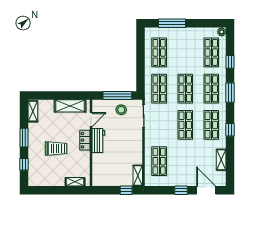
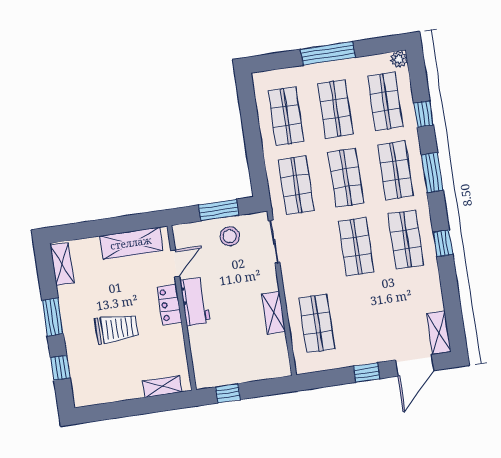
window: (172, 23) -> (328, 53), moved
shop shelf: (185, 52) -> (335, 109), added
window: (117, 95) -> (219, 210), width x0.69
shelving: (221, 160) -> (439, 332), moved
shelving: (138, 176) -> (274, 313), moved
window: (126, 190) -> (228, 393), moved
door: (206, 190) -> (415, 365), swing flipped

